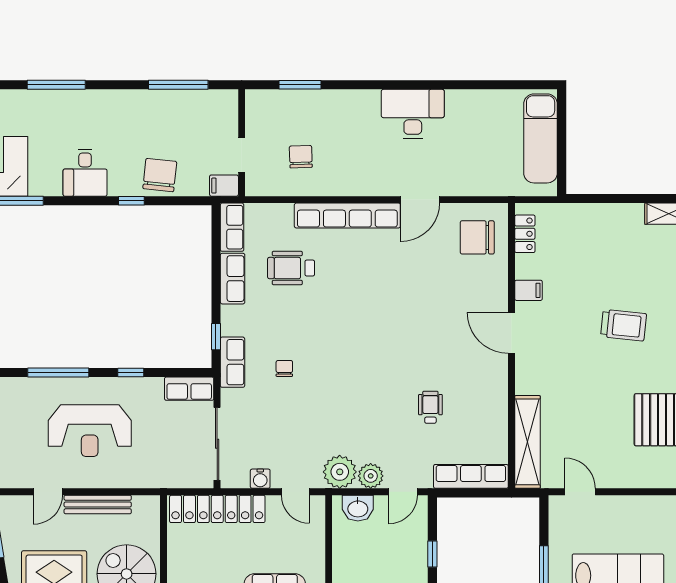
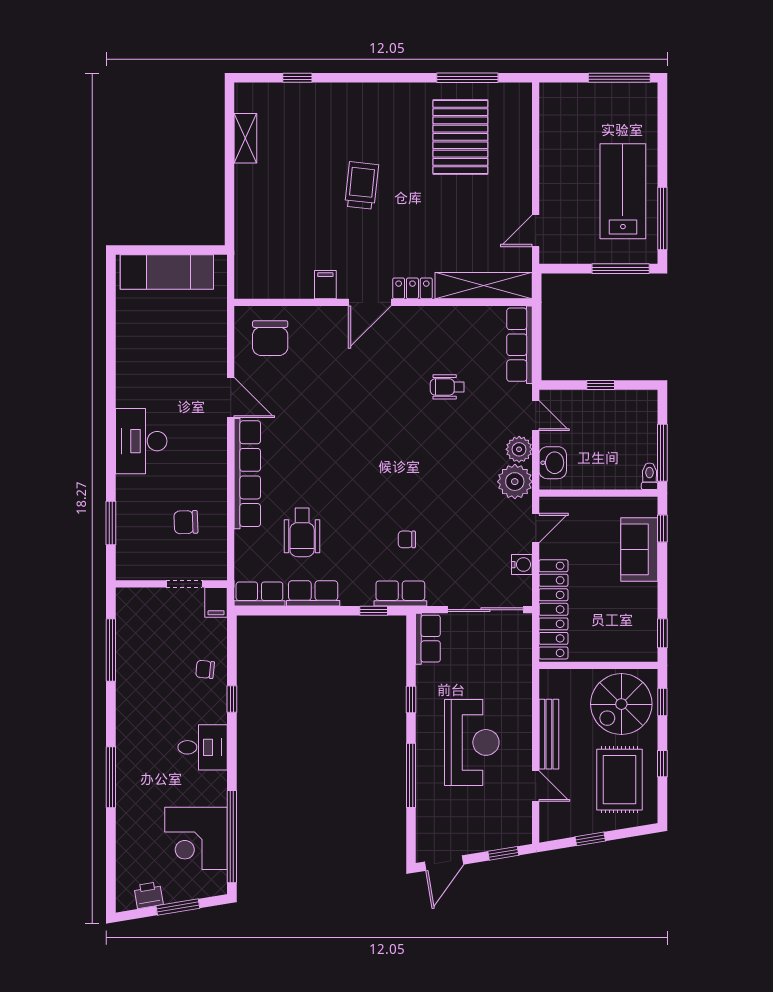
desk: (413, 114) -> (141, 441), moved
chair: (160, 175) -> (205, 669), width x0.54, depth x0.54
locker: (525, 234) -> (412, 288), moved

